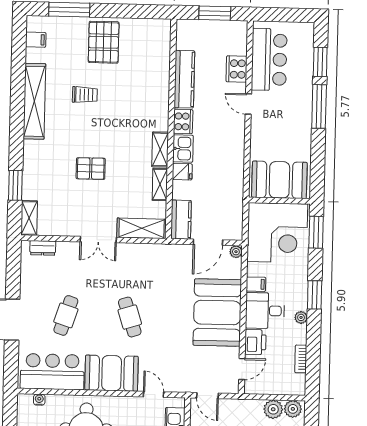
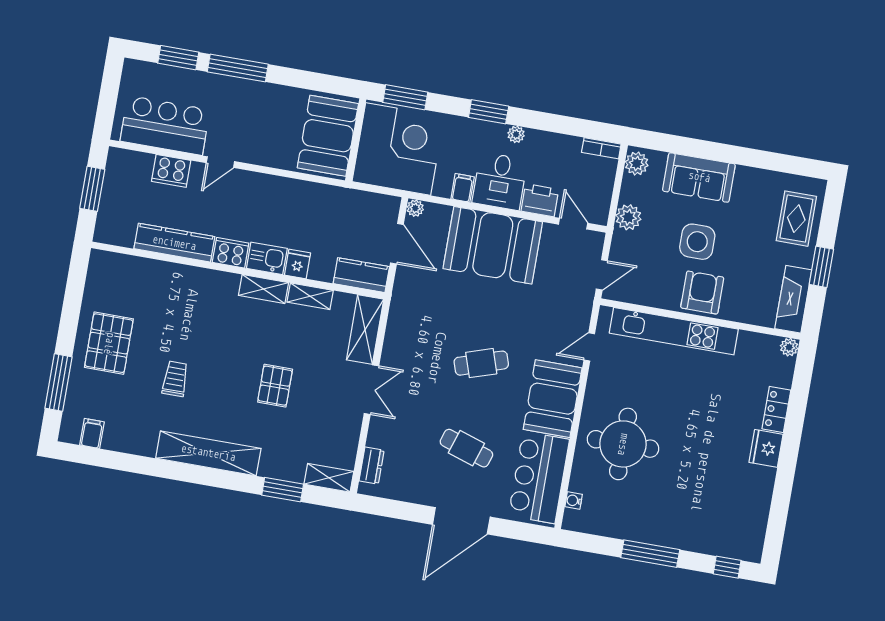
pallet: (104, 42) -> (109, 343), turned 90
shelving: (34, 101) -> (208, 453), moved
bookcase: (301, 359) -> (601, 148), moved
plant: (273, 409) -> (628, 217), moved

